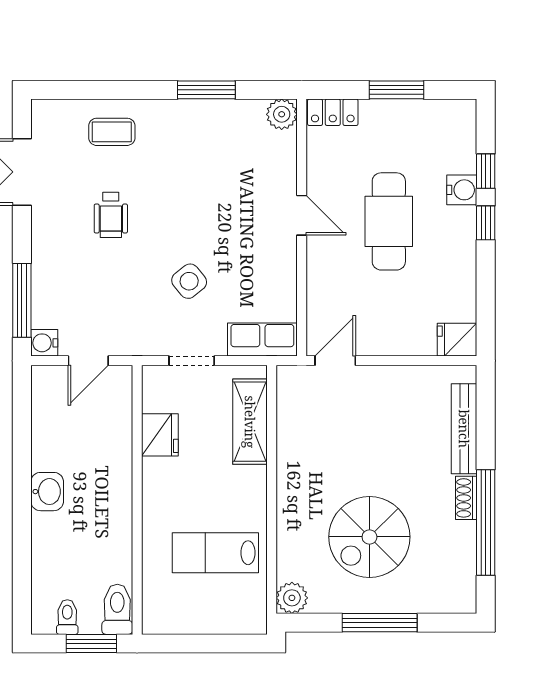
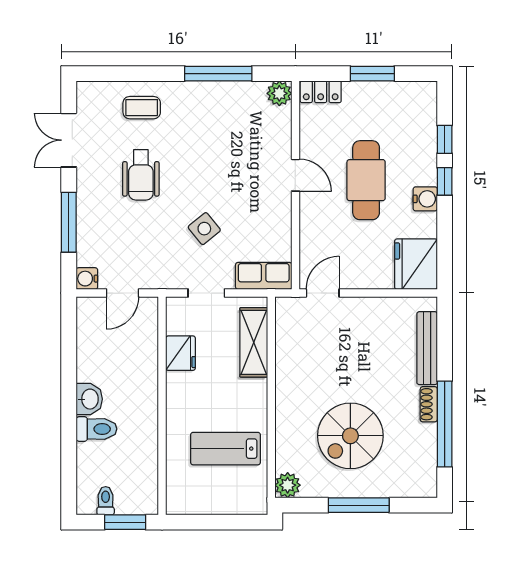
window: (206, 90) -> (218, 74), width x1.44
water cooler: (462, 190) -> (425, 199), moved
wheelchair: (111, 215) -> (141, 175), width x1.36, depth x1.37
window: (22, 300) -> (69, 222), moved
fridge: (457, 340) -> (416, 264), width x1.88, depth x1.34
toilet: (117, 609) -> (96, 429), moved, turned 90

